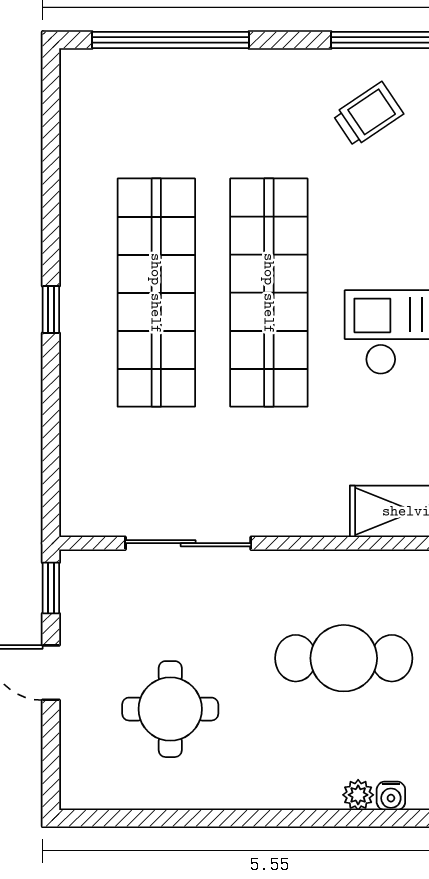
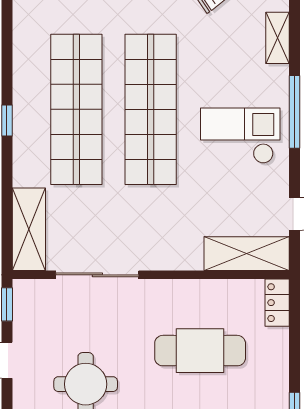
shelving: (84, 474) -> (29, 229), added

